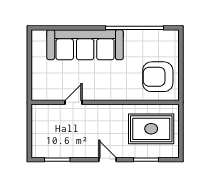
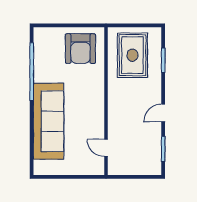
door: (73, 102) -> (106, 148), moved
door: (108, 160) -> (163, 113), moved

